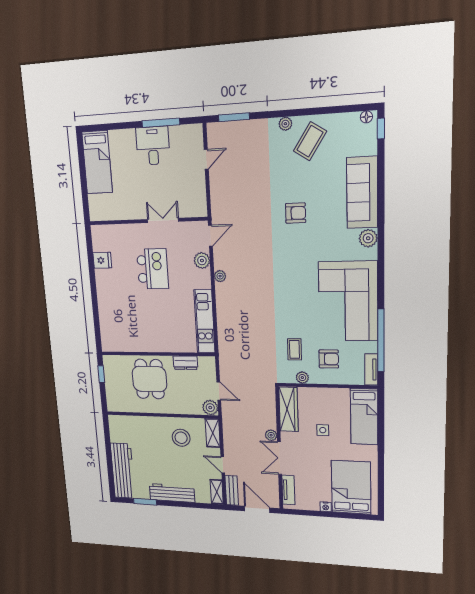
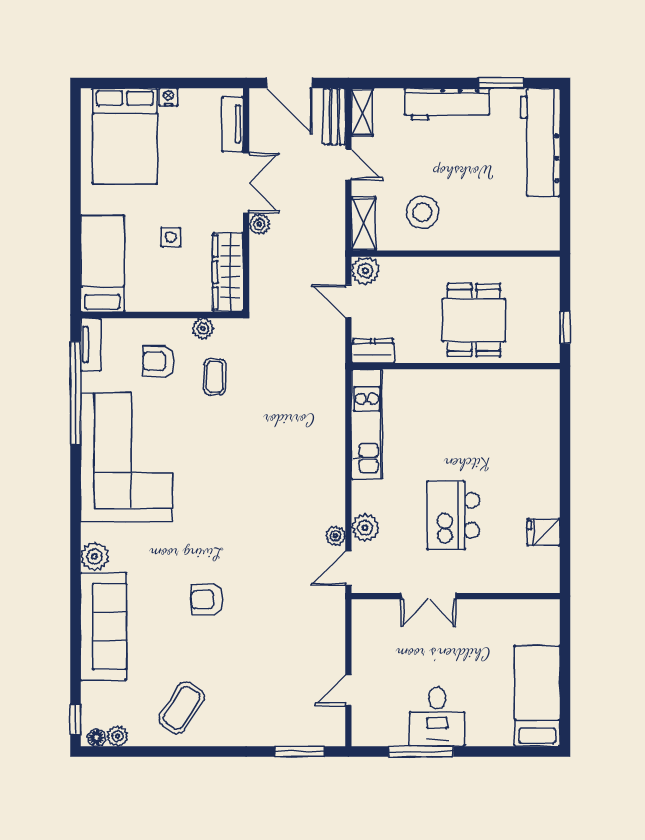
plant: (285, 124) -> (118, 736), moved
plant: (220, 276) -> (335, 536), moved
dresser: (185, 363) -> (373, 351), moved

